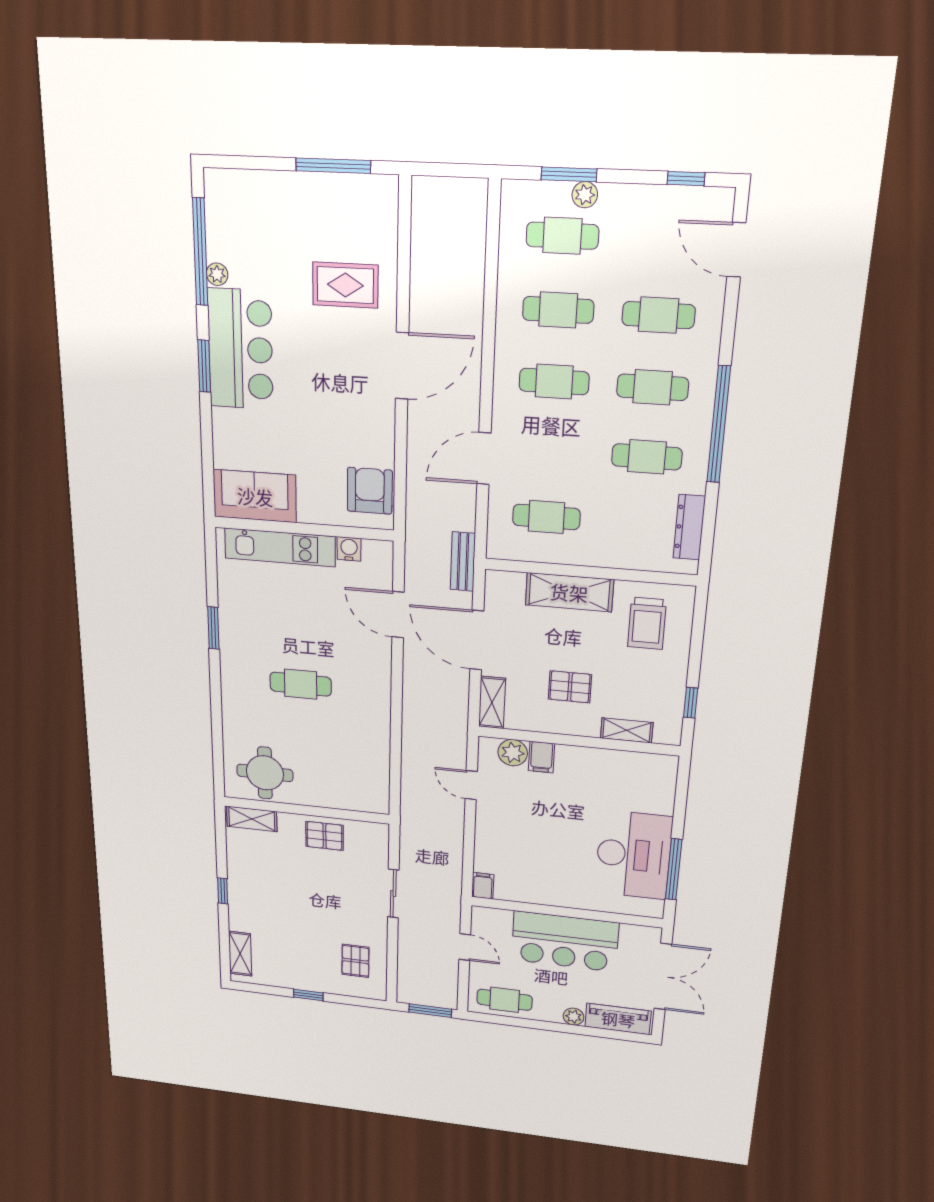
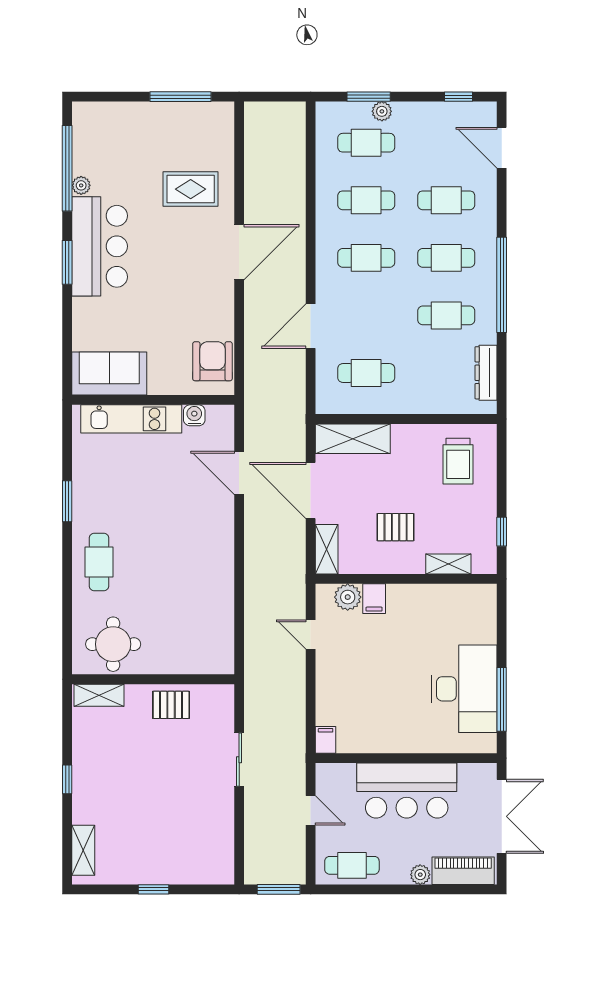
bench: (463, 562) -> (296, 419), removed
shelving: (569, 592) -> (353, 439), moved
cafe table: (301, 684) -> (99, 562), moved, turned 90
pallet: (355, 961) -> (202, 842), removed

